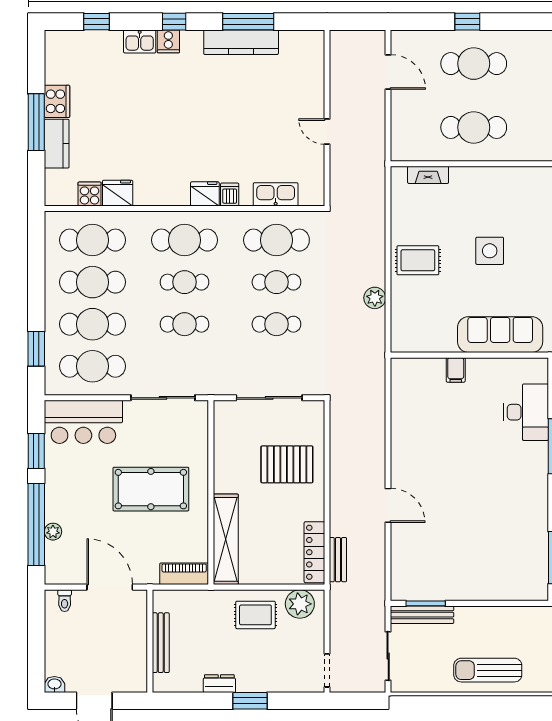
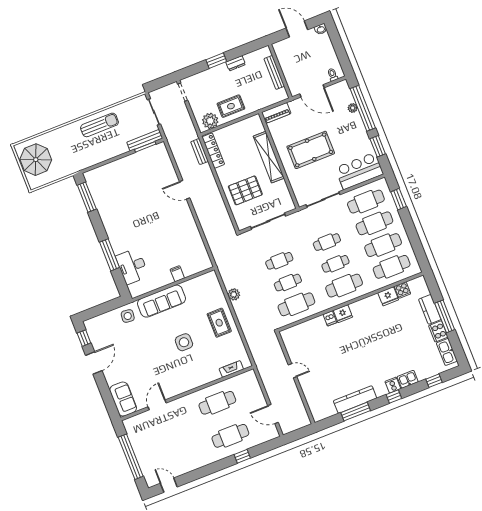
kitchen sink: (276, 194) -> (447, 352), moved, turned 90
rug: (418, 260) -> (219, 323), turned 90
shelving: (226, 539) -> (269, 157), moved

